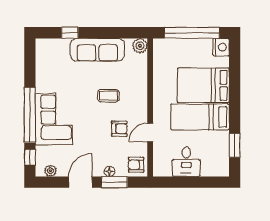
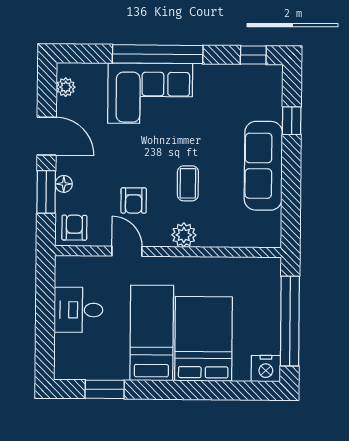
plant: (140, 46) -> (184, 235), moved
window: (30, 157) -> (253, 55), moved

